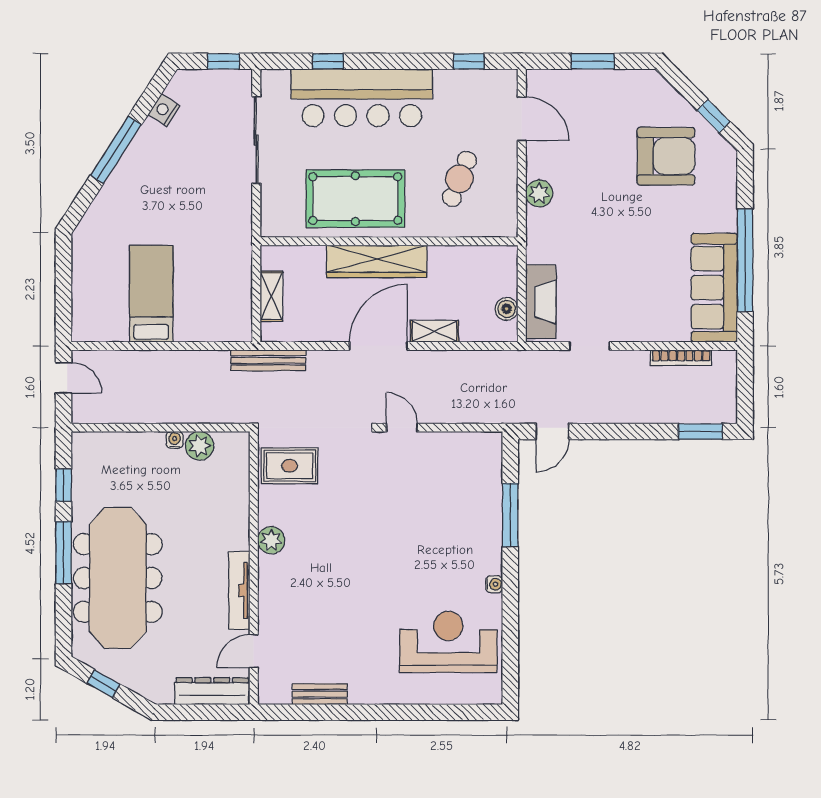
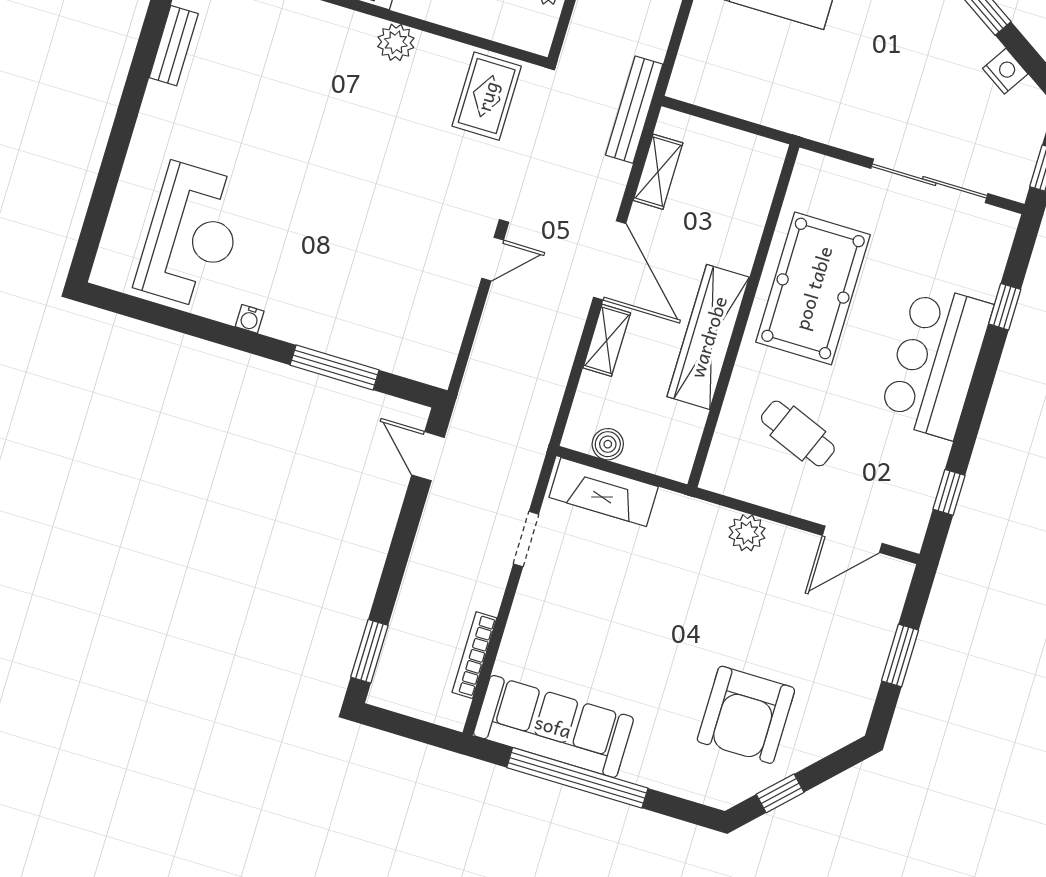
bar counter: (362, 98) -> (936, 362), width x0.73
wardrobe: (377, 261) -> (708, 337), moved
shelving: (271, 296) -> (658, 172), moved, turned 90

